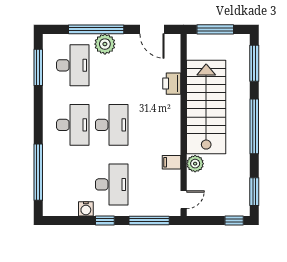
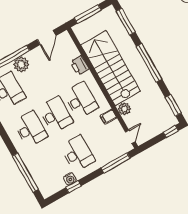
door: (152, 29) -> (47, 37), hinge flipped
desk: (151, 125) -> (81, 100), added
window: (105, 220) -> (73, 187), moved

